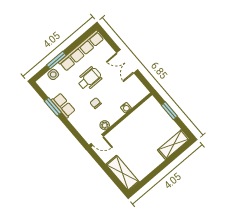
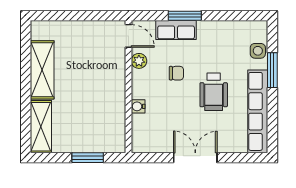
row of seats: (63, 105) -> (176, 30), moved
window: (53, 107) -> (185, 16), moved
door: (97, 140) -> (129, 36), swing flipped
shelving: (123, 173) -> (42, 70), moved, turned 90

